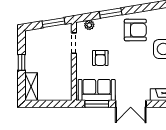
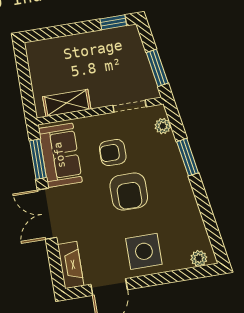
armchair: (135, 30) -> (129, 192), moved
window: (22, 62) -> (113, 22), moved
shelving: (31, 87) -> (67, 103), moved

